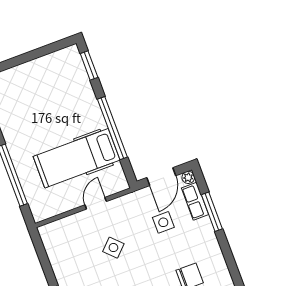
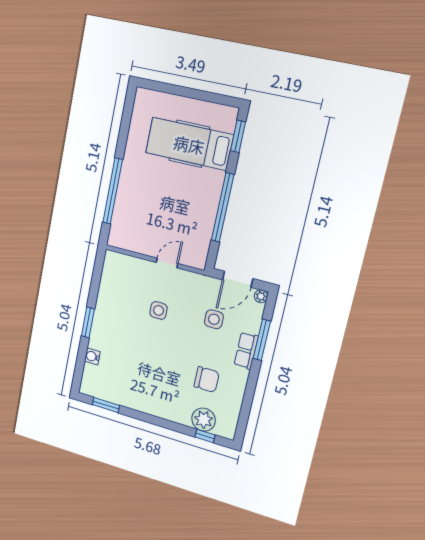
hospital bed: (77, 158) -> (189, 144), moved
row of seats: (195, 201) -> (246, 351), moved
side table: (113, 248) -> (159, 310), turned 45

